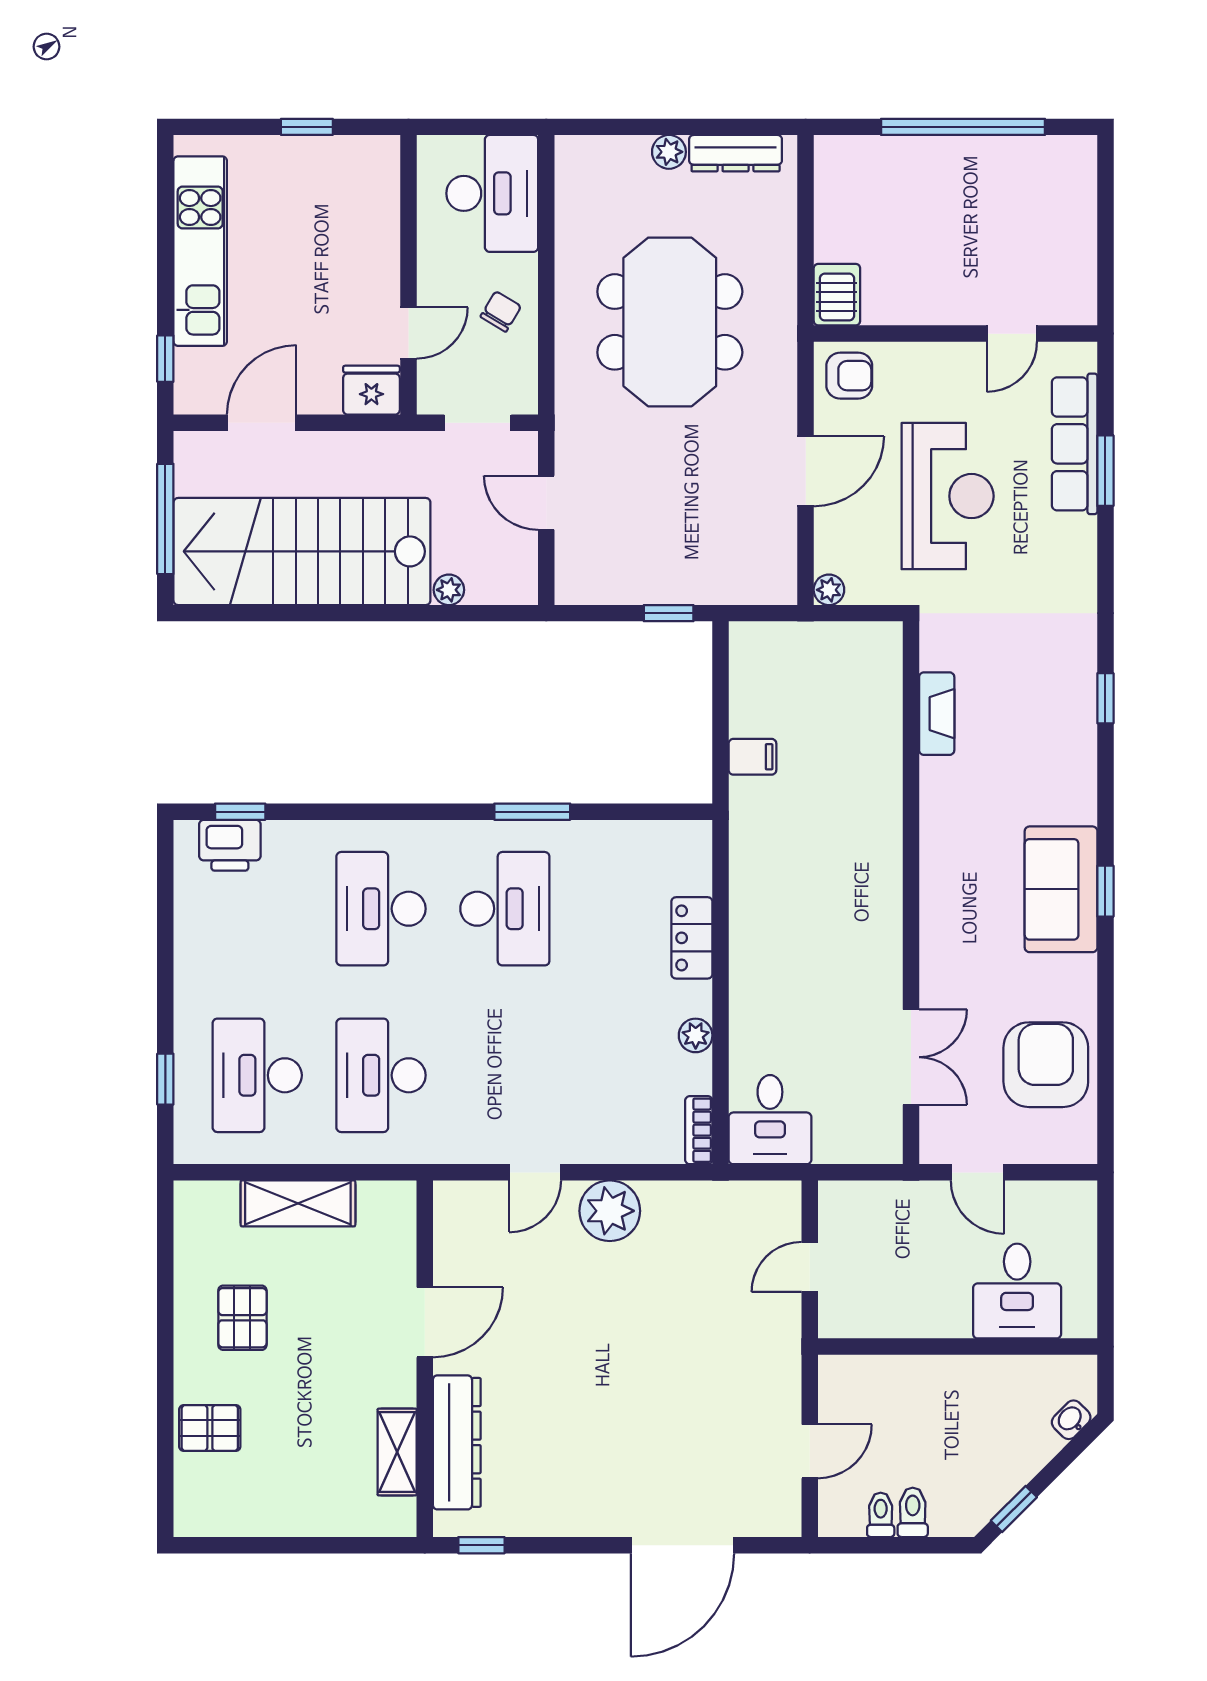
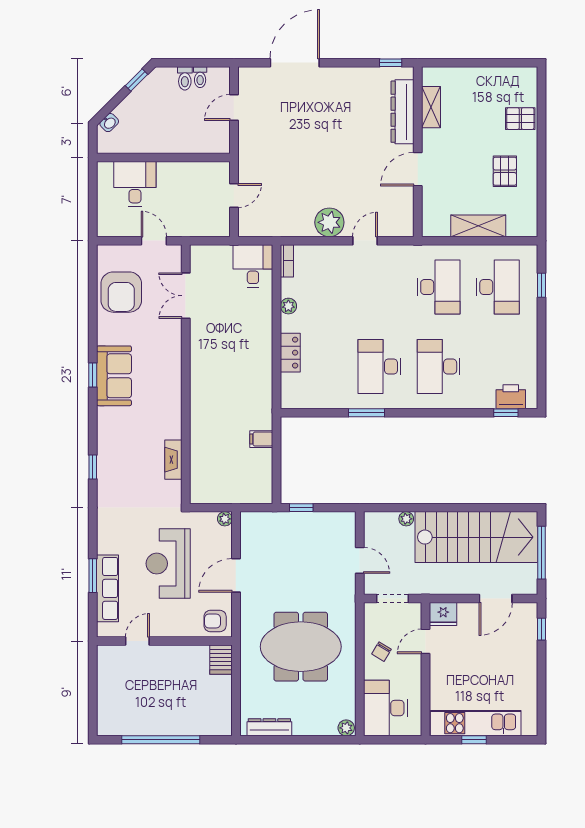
plant: (669, 152) -> (346, 728), moved
kitchen unit: (200, 251) -> (476, 723), moved, turned 90
meeting table: (670, 322) -> (301, 647), turned 90
desk: (381, 909) -> (439, 367), turned 180

